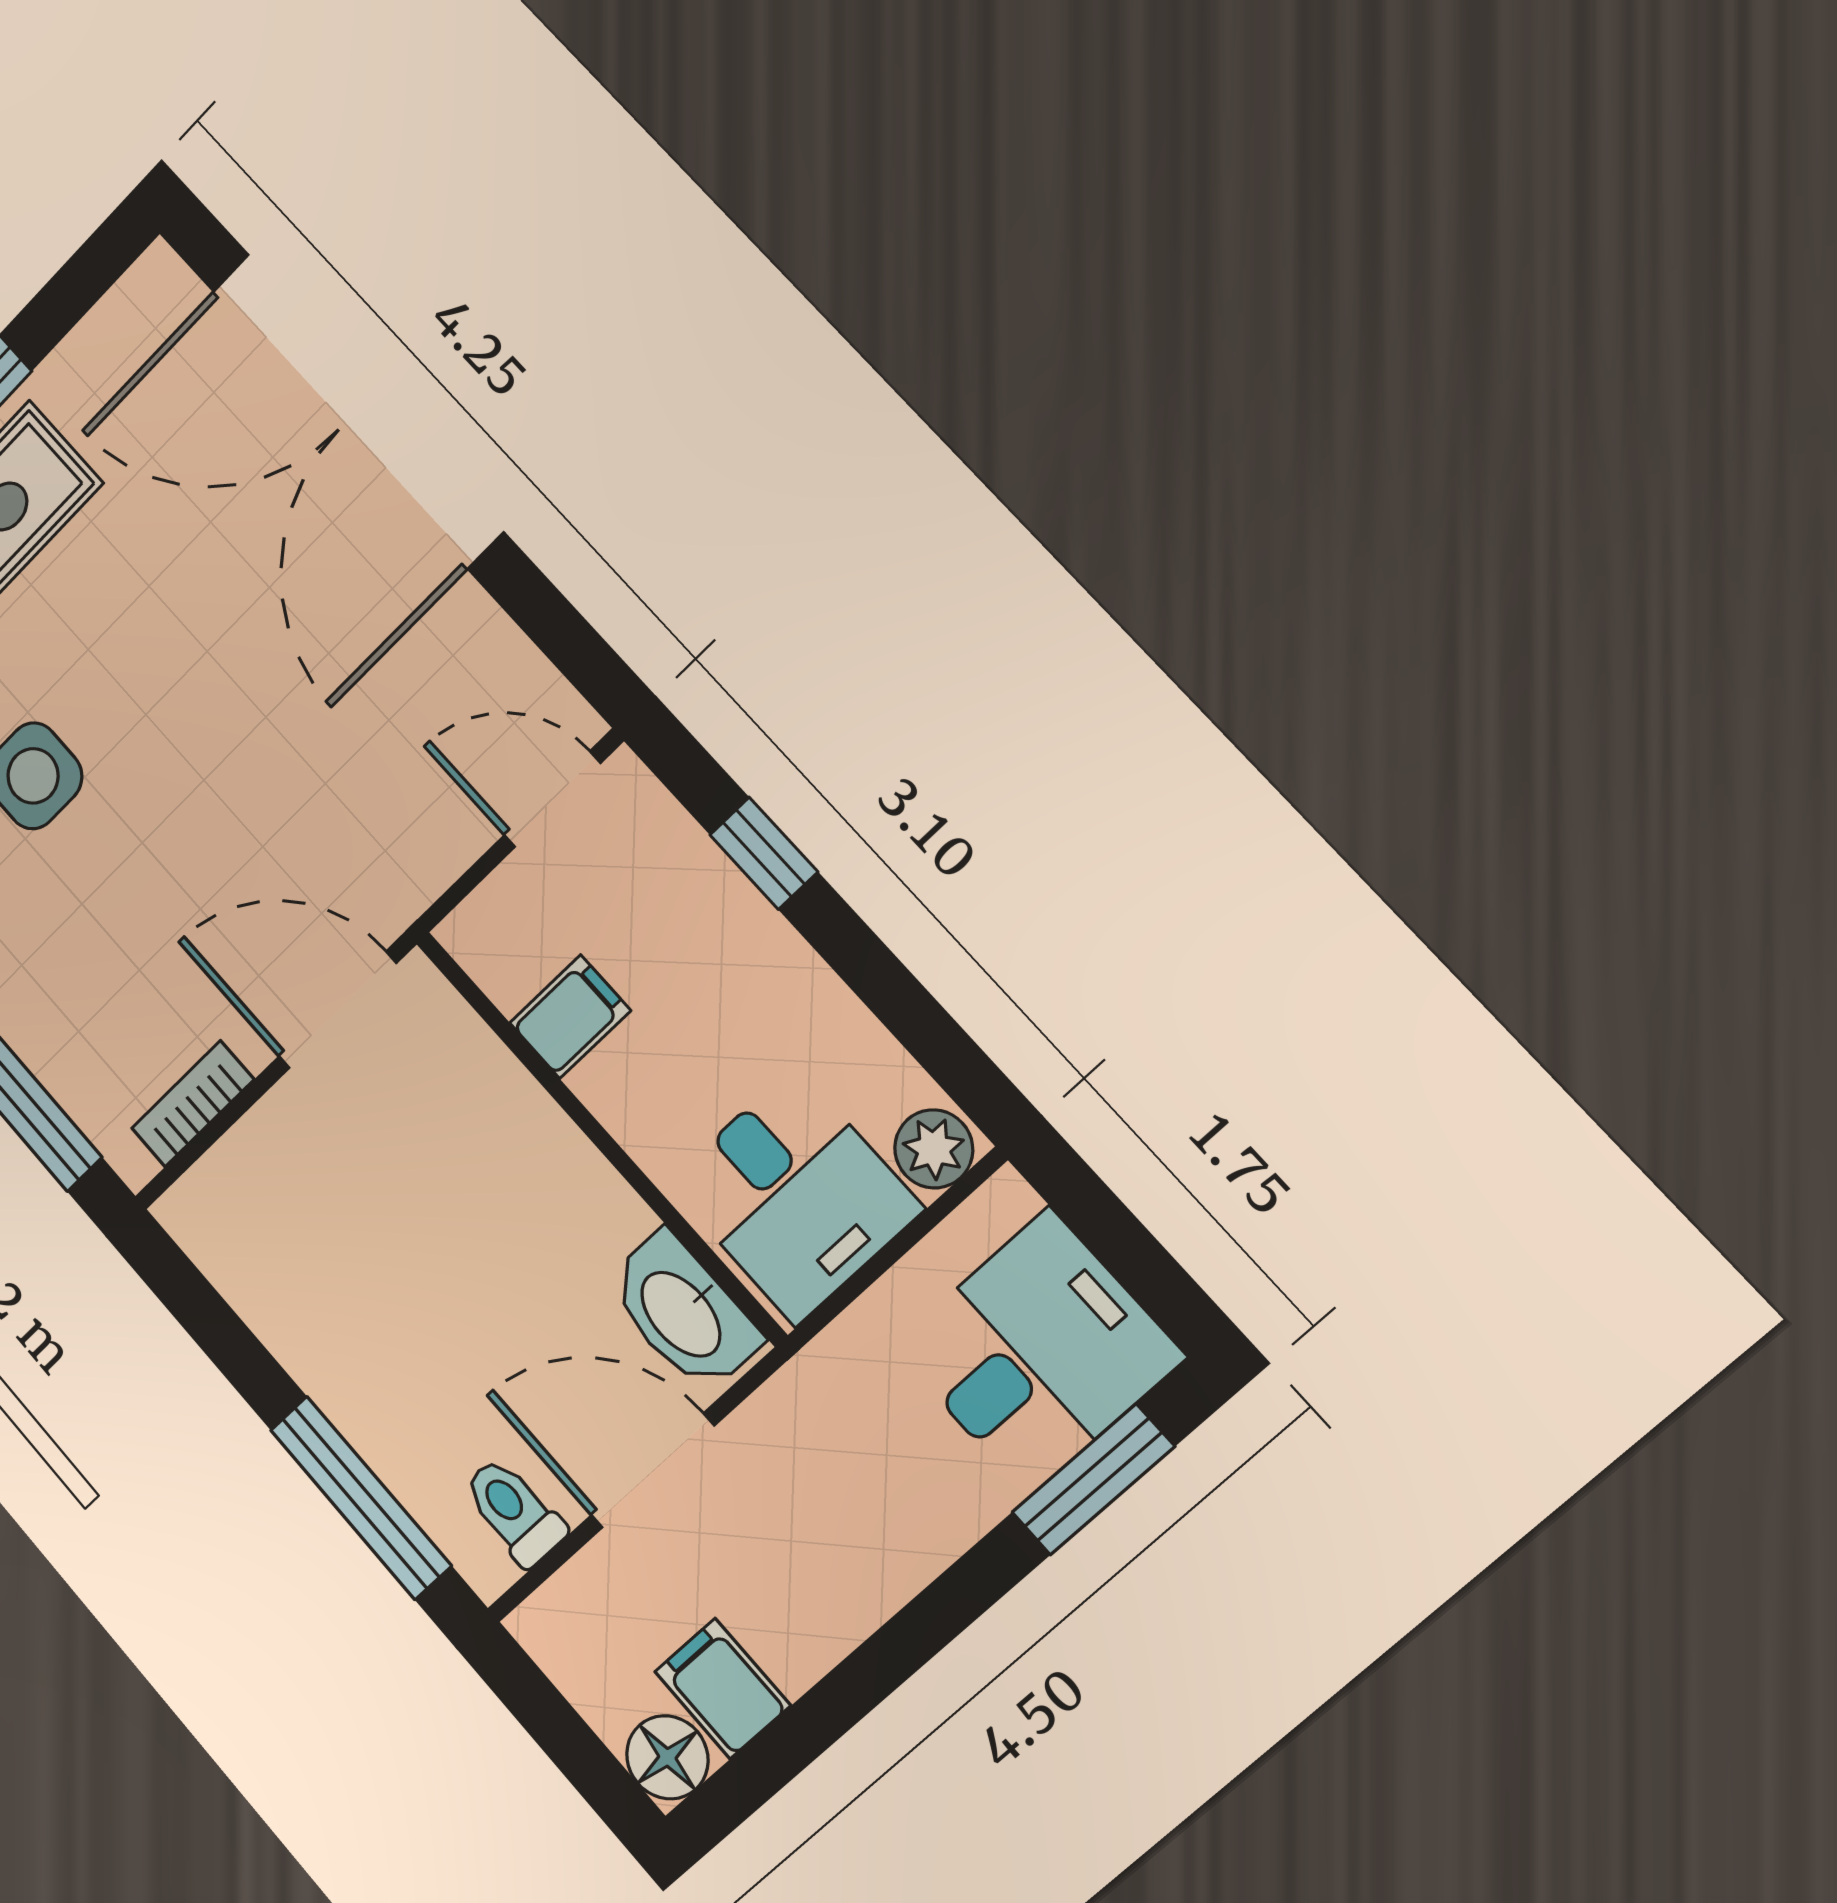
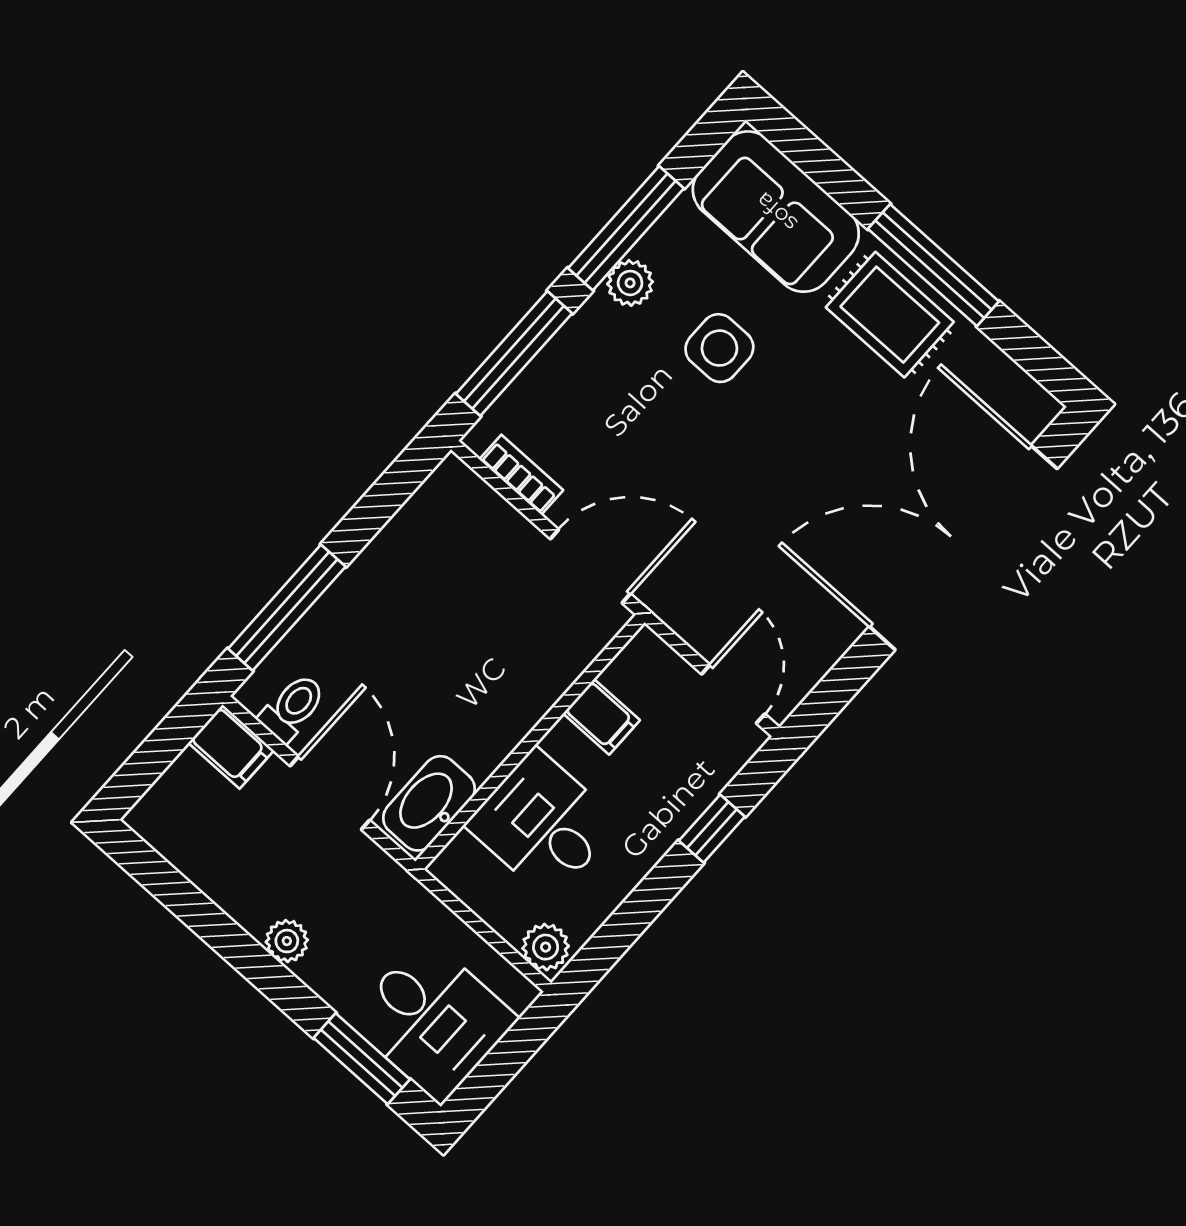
door: (337, 1010) -> (590, 566), hinge flipped
desk: (795, 1196) -> (543, 824), moved, turned 90
plant: (885, 1576) -> (287, 941), added
filing cabinet: (723, 1689) -> (231, 747), moved, turned 90
floor lamp: (667, 1757) -> (156, 818), removed

